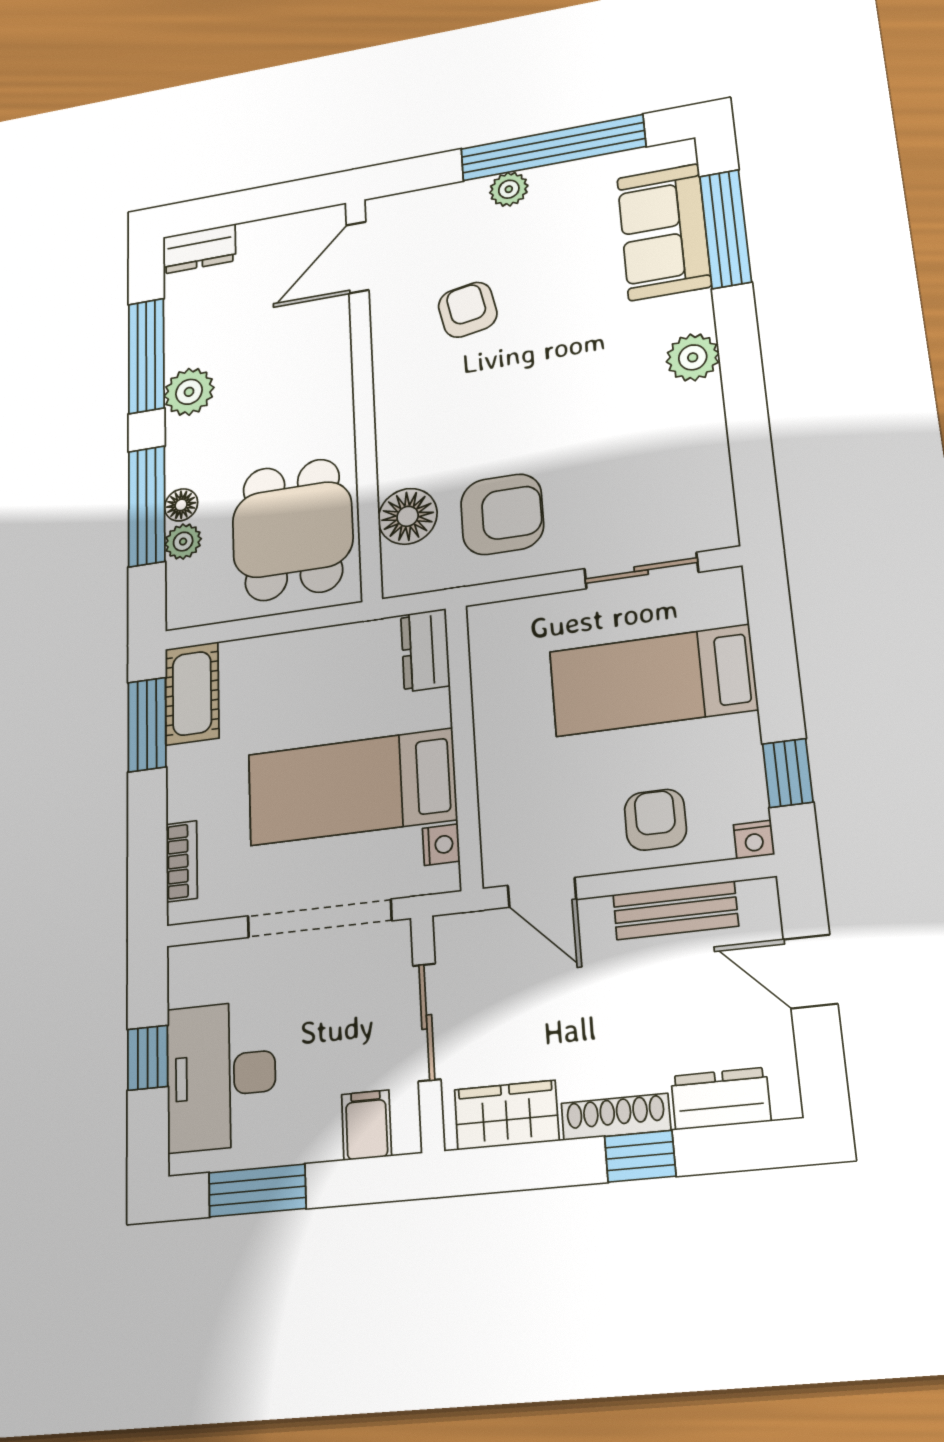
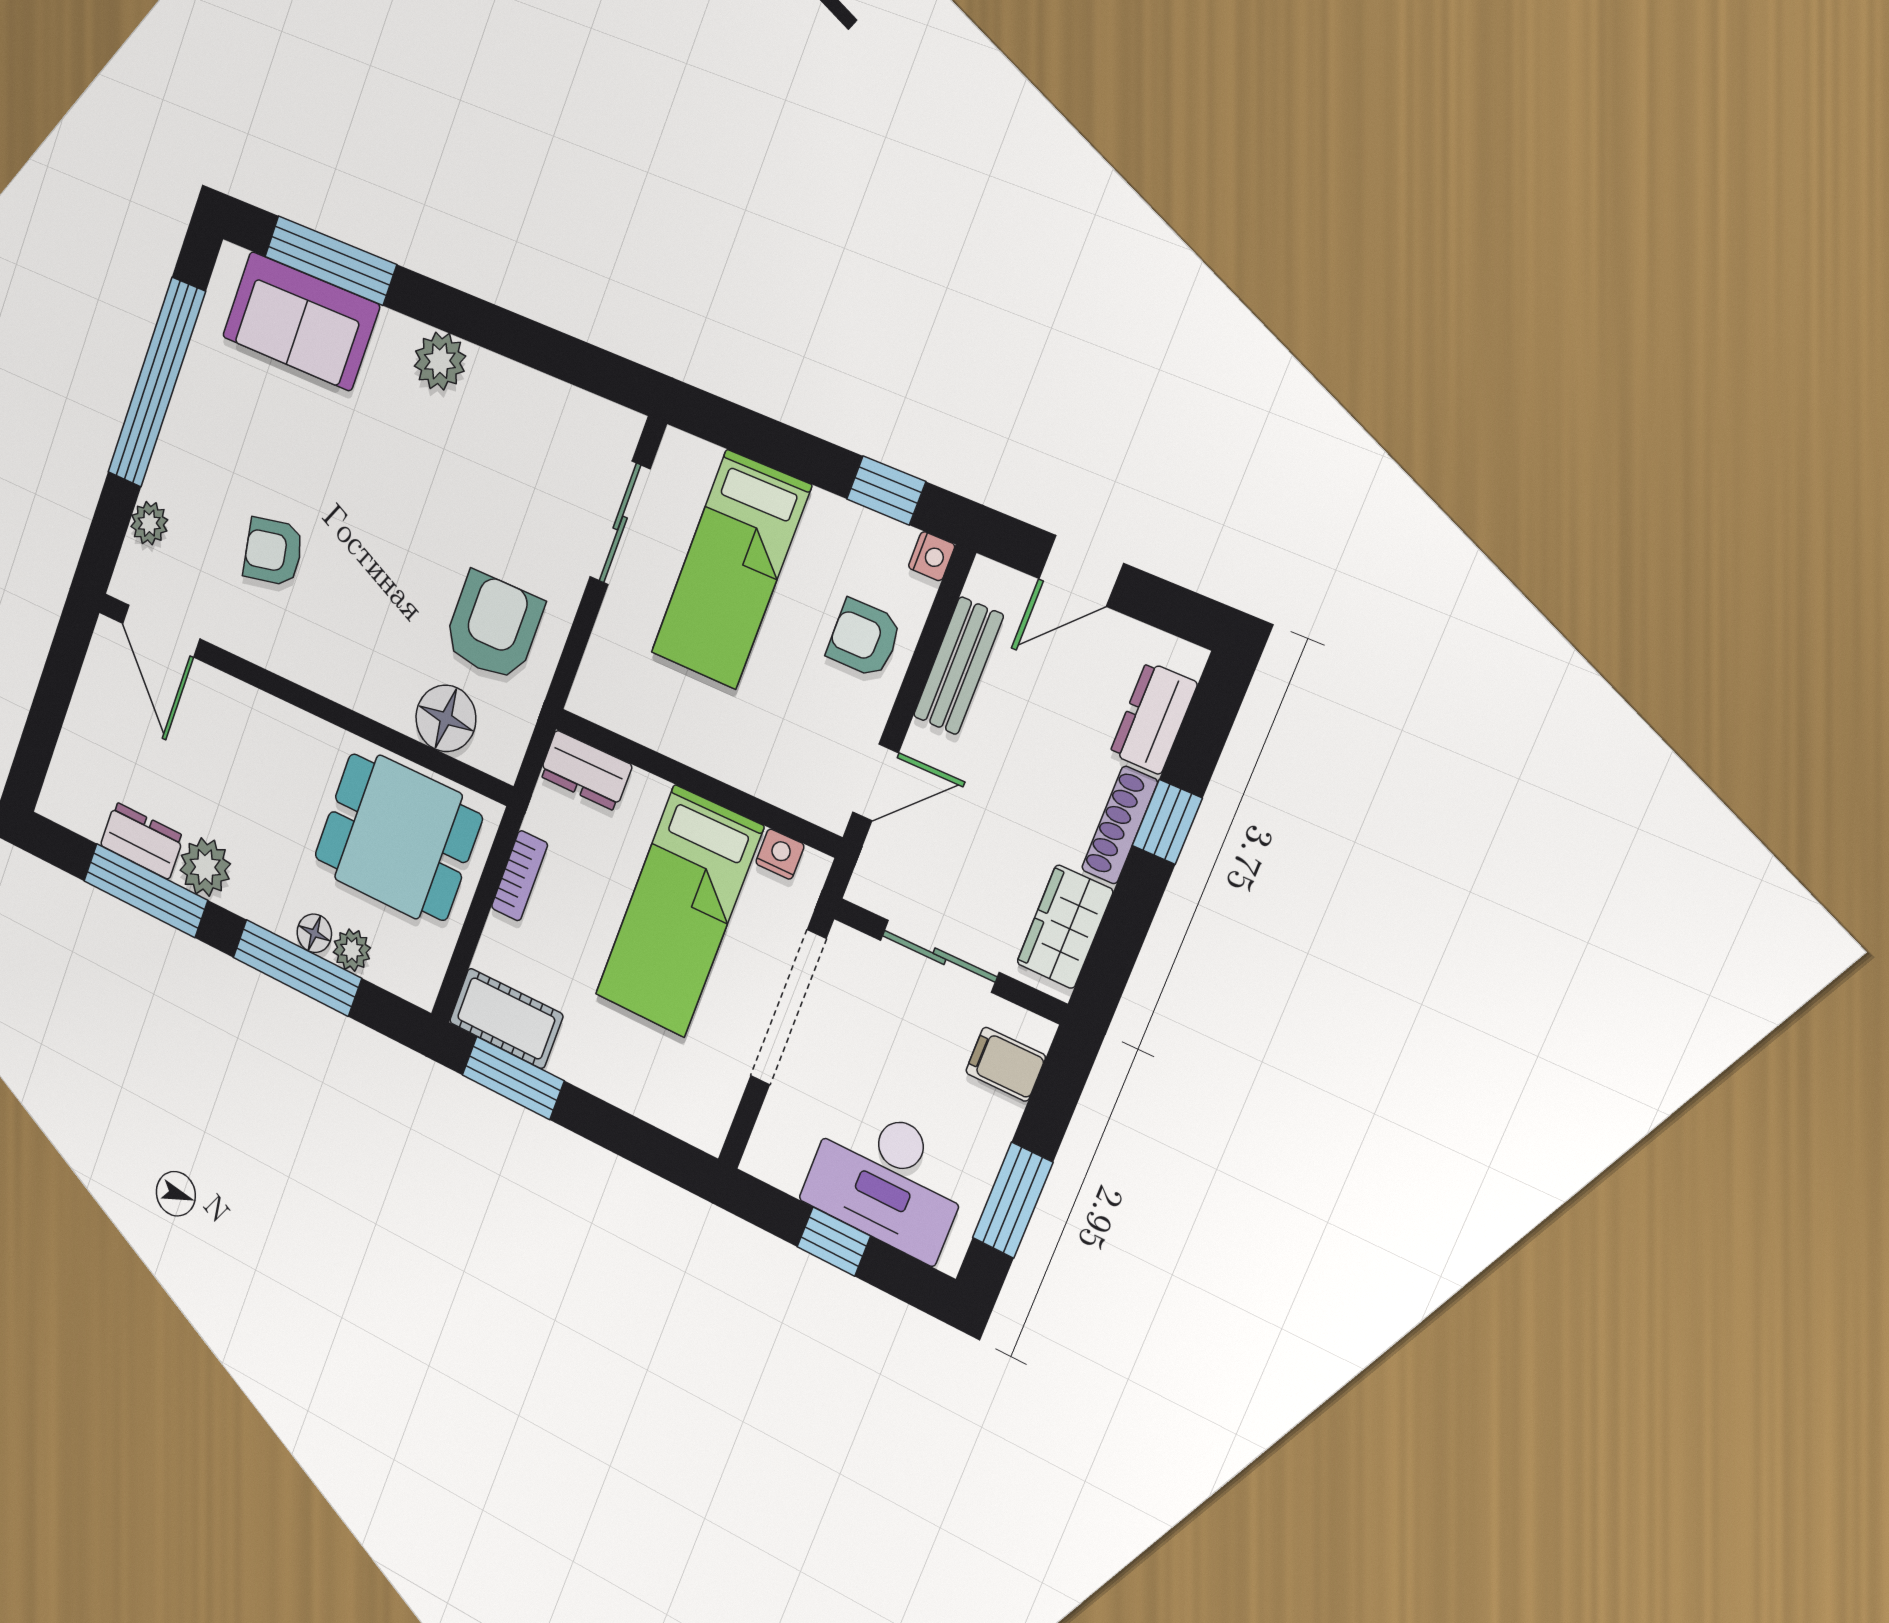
plant: (509, 189) -> (149, 523), moved
dresser: (199, 249) -> (142, 841), moved, turned -90
bookcase: (182, 861) -> (520, 876), moved, turned 90

